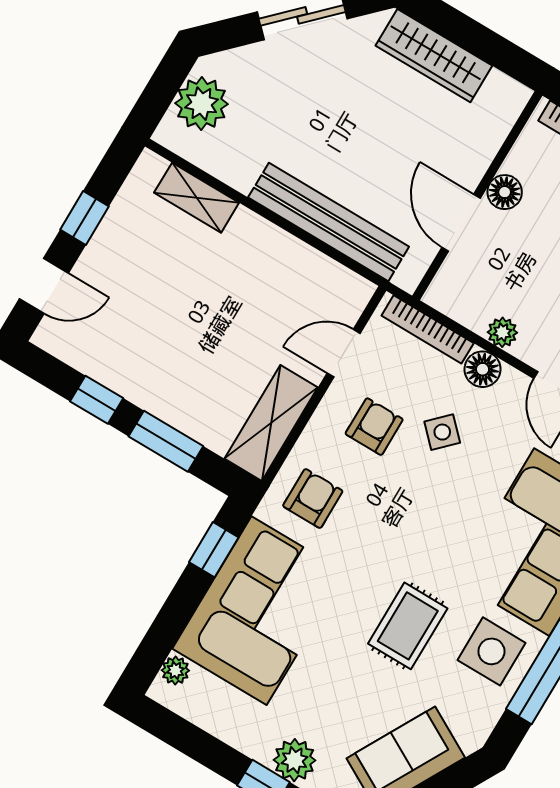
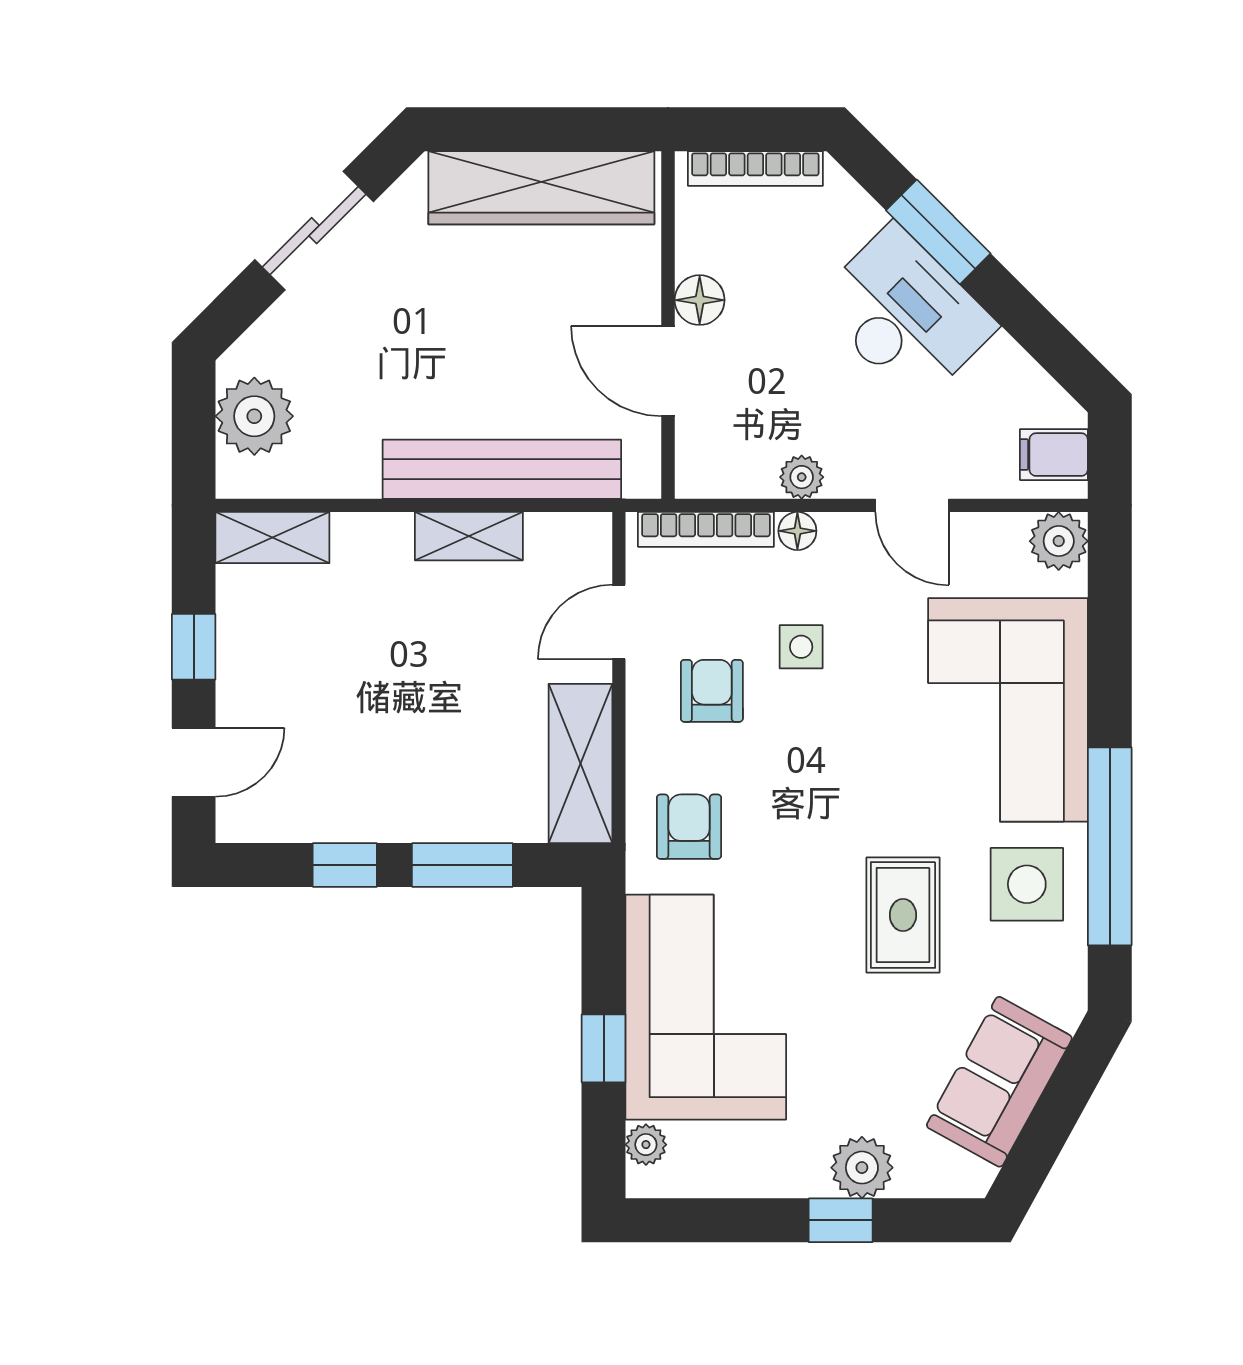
wardrobe: (434, 56) -> (541, 188), width x1.40, depth x1.17
shelving: (197, 198) -> (272, 538), moved
shelving: (286, 250) -> (469, 536), added
floor lamp: (483, 369) -> (797, 531), width x0.73, depth x0.73
side table: (442, 432) -> (801, 647), turned 45
window: (214, 550) -> (604, 1048), moved

